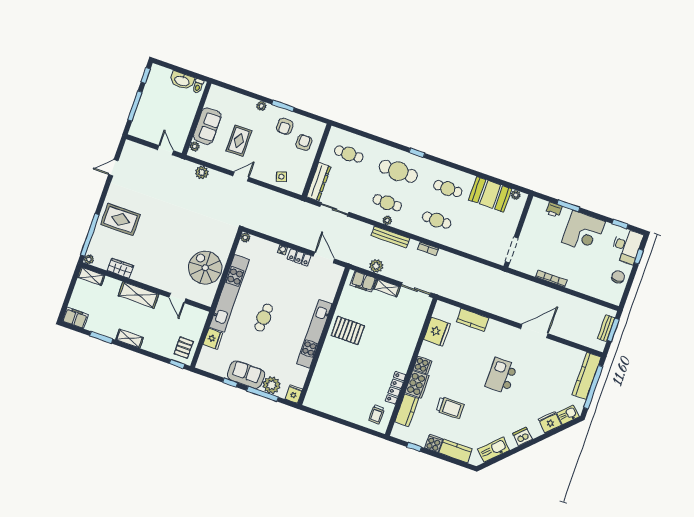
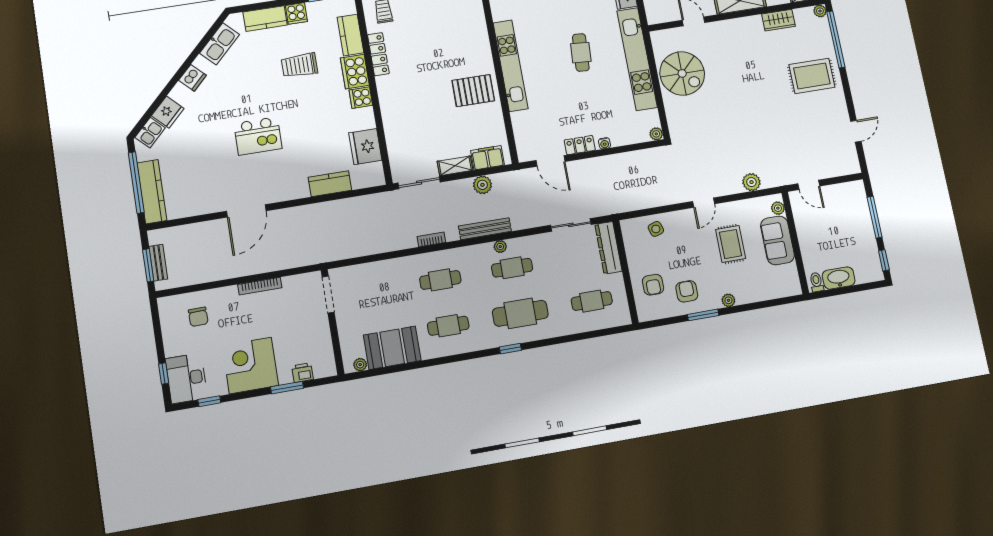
chair: (618, 277) -> (198, 317), moved
kitchen island: (501, 376) -> (258, 136), turned 90

